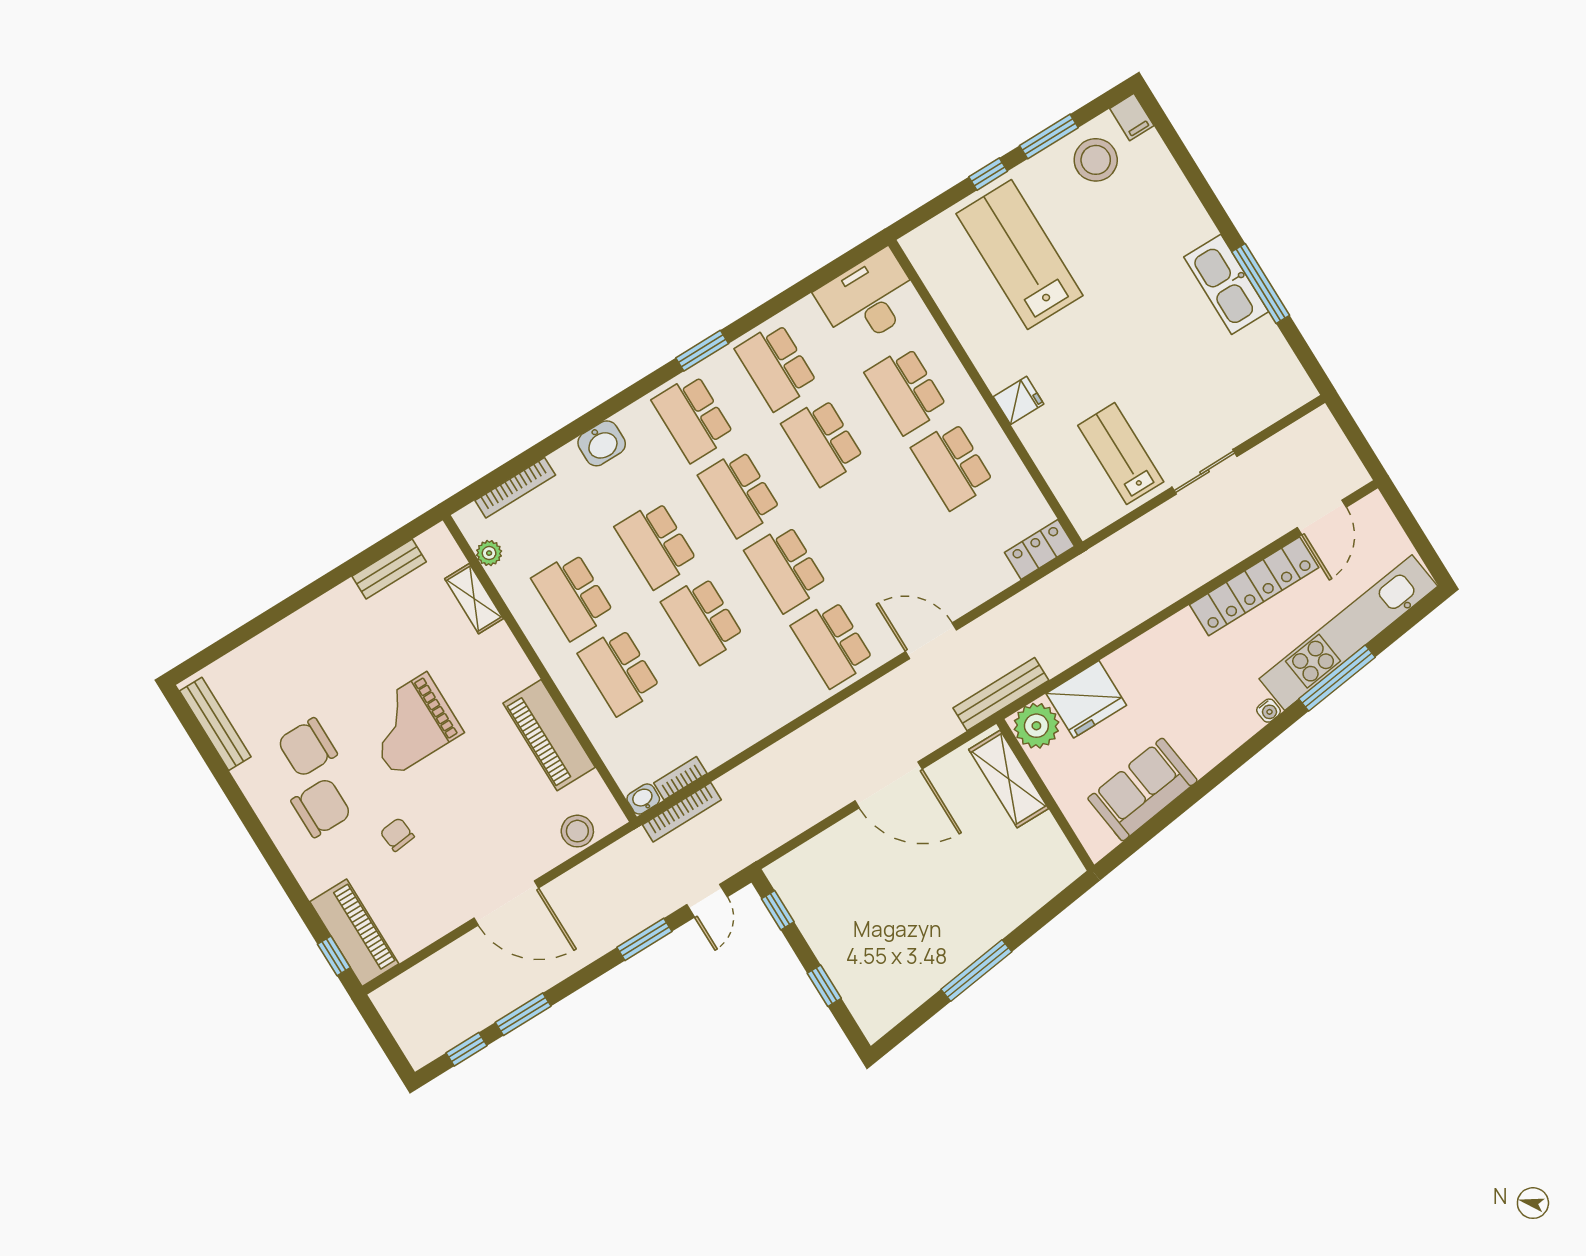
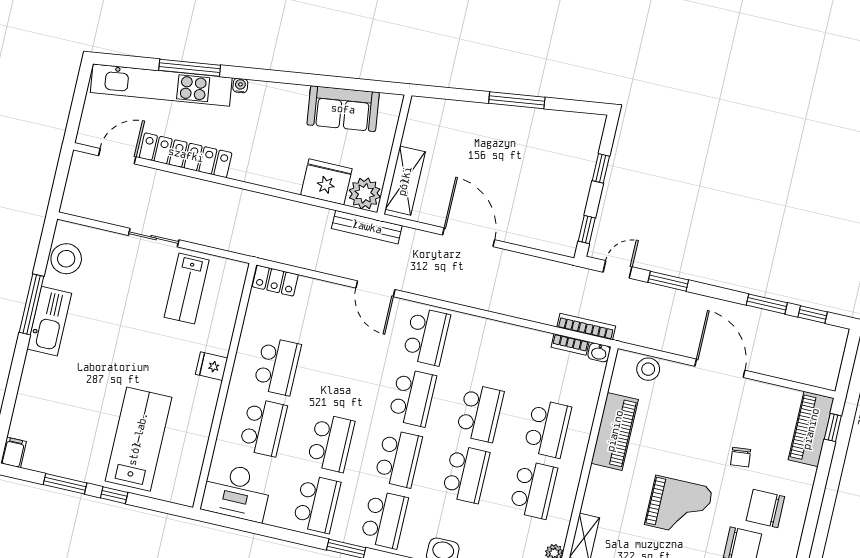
stool: (1096, 160) -> (66, 259), moved
lab bench: (1020, 255) -> (138, 439), turned 180

